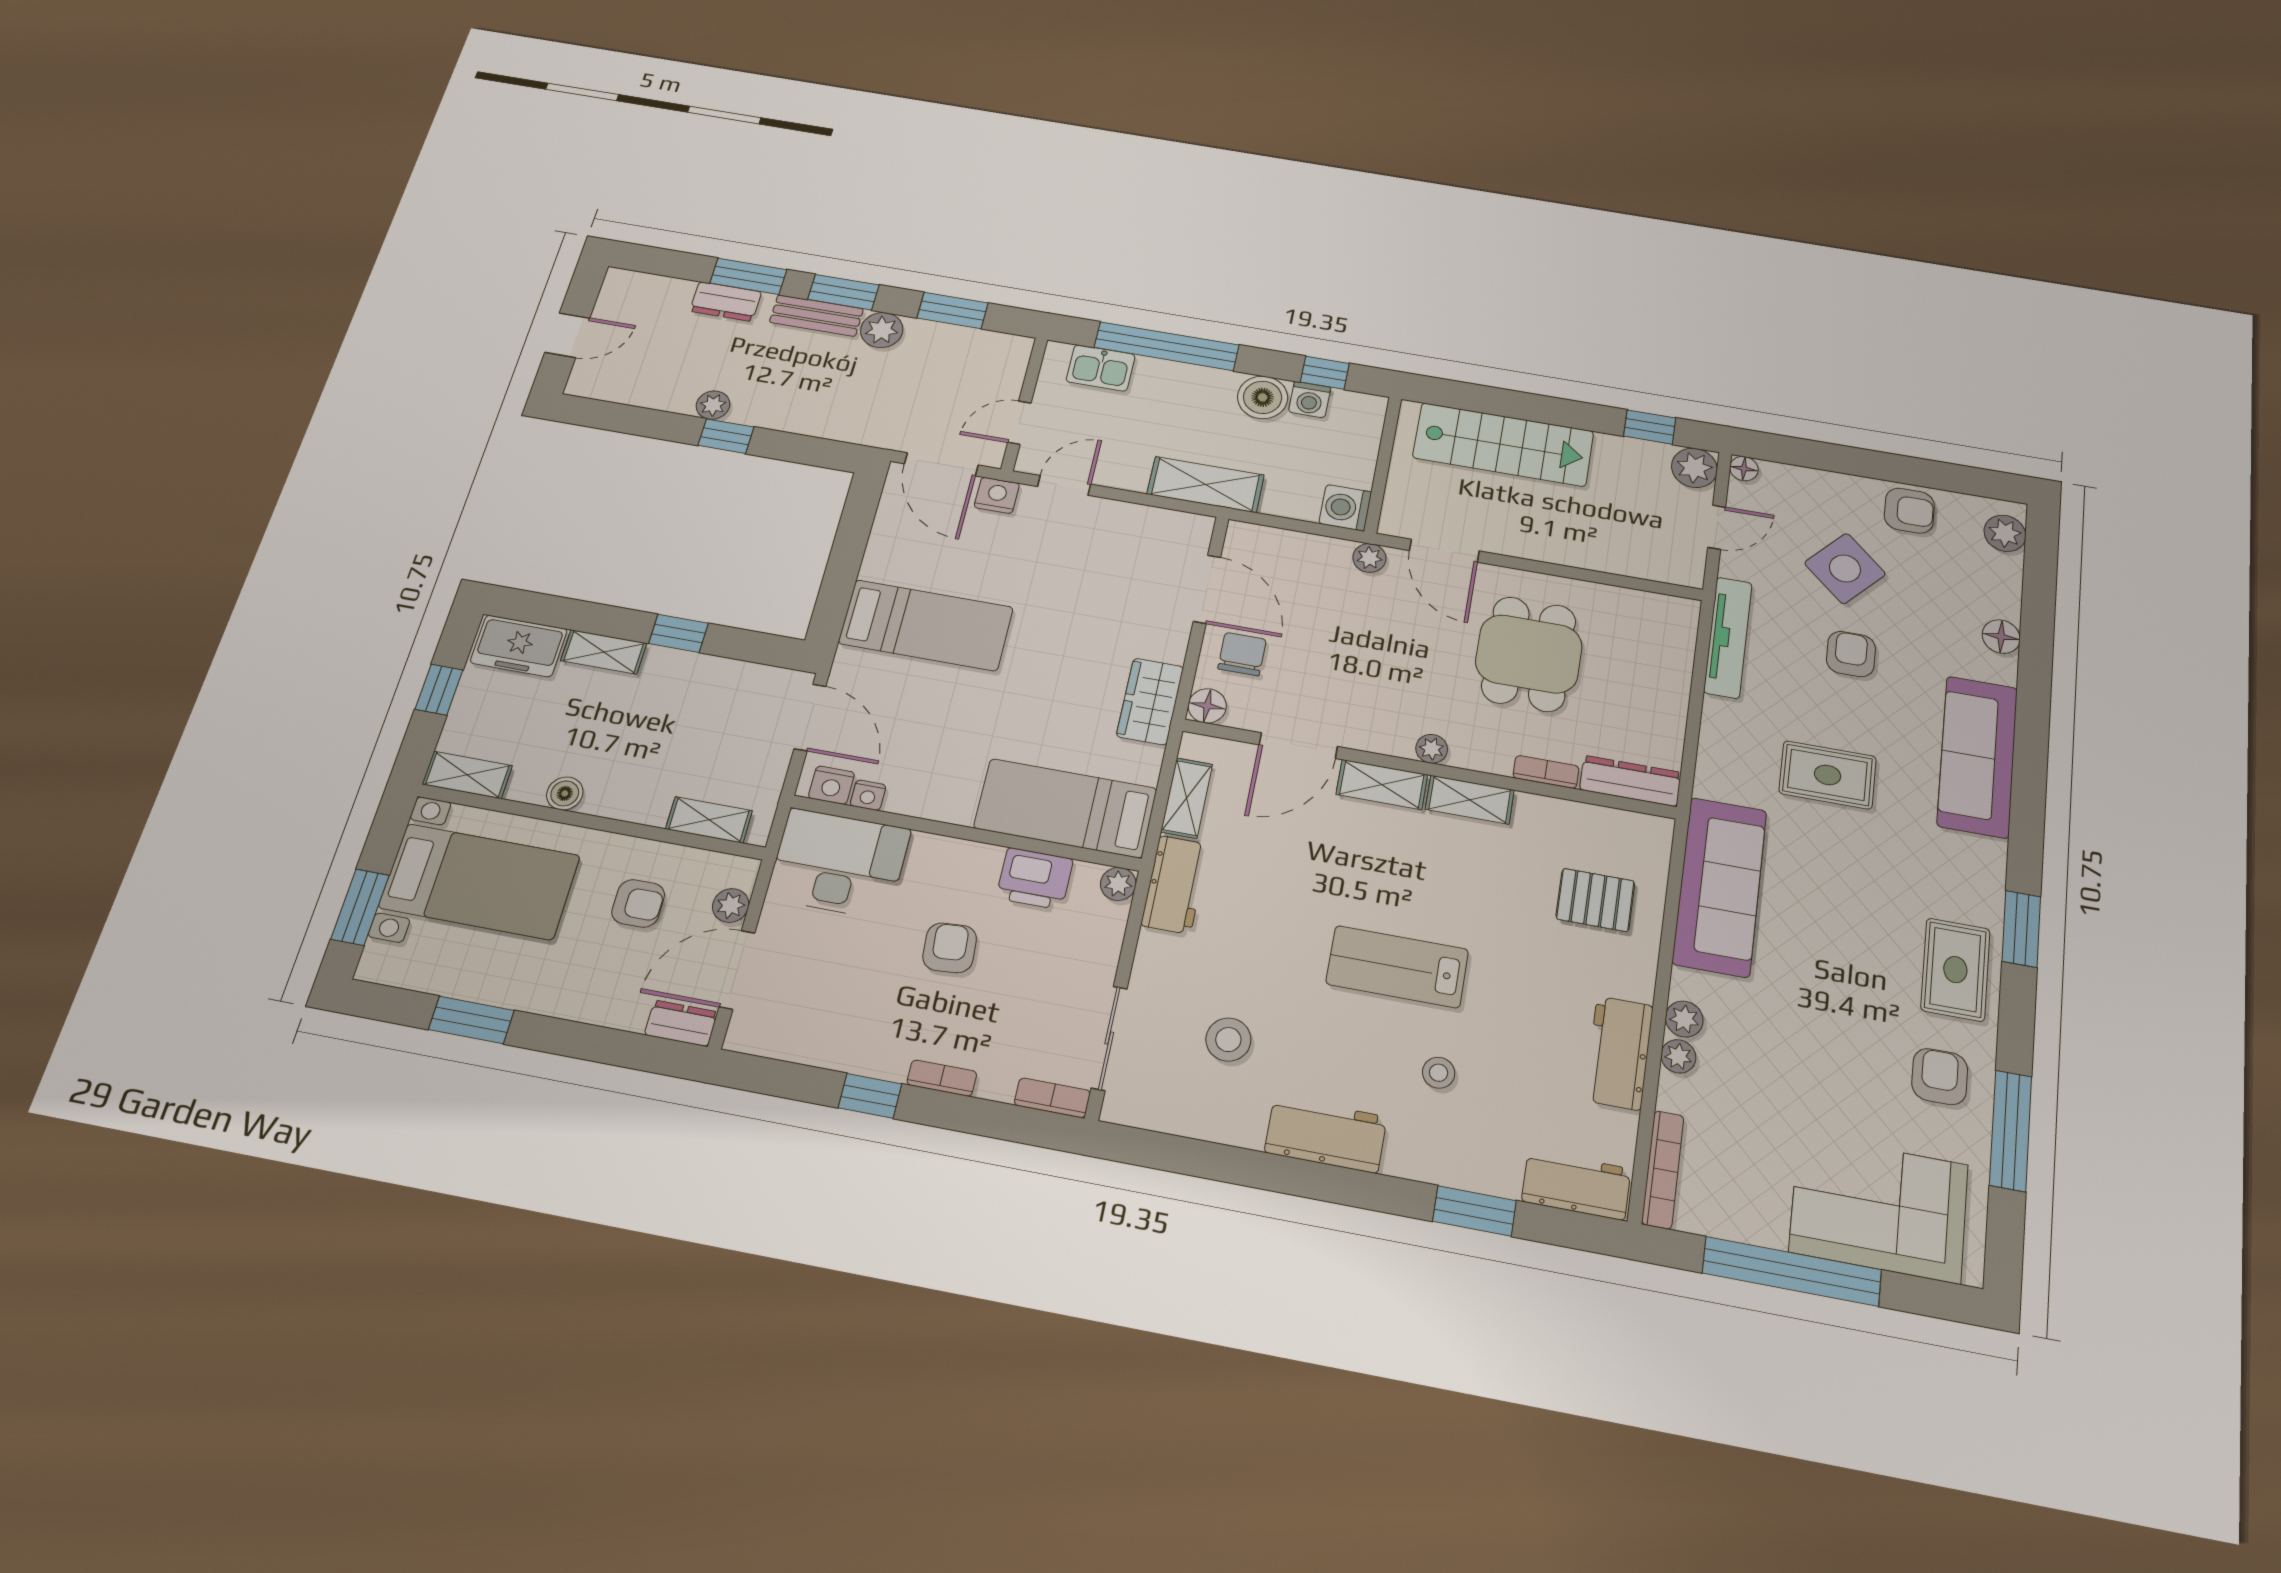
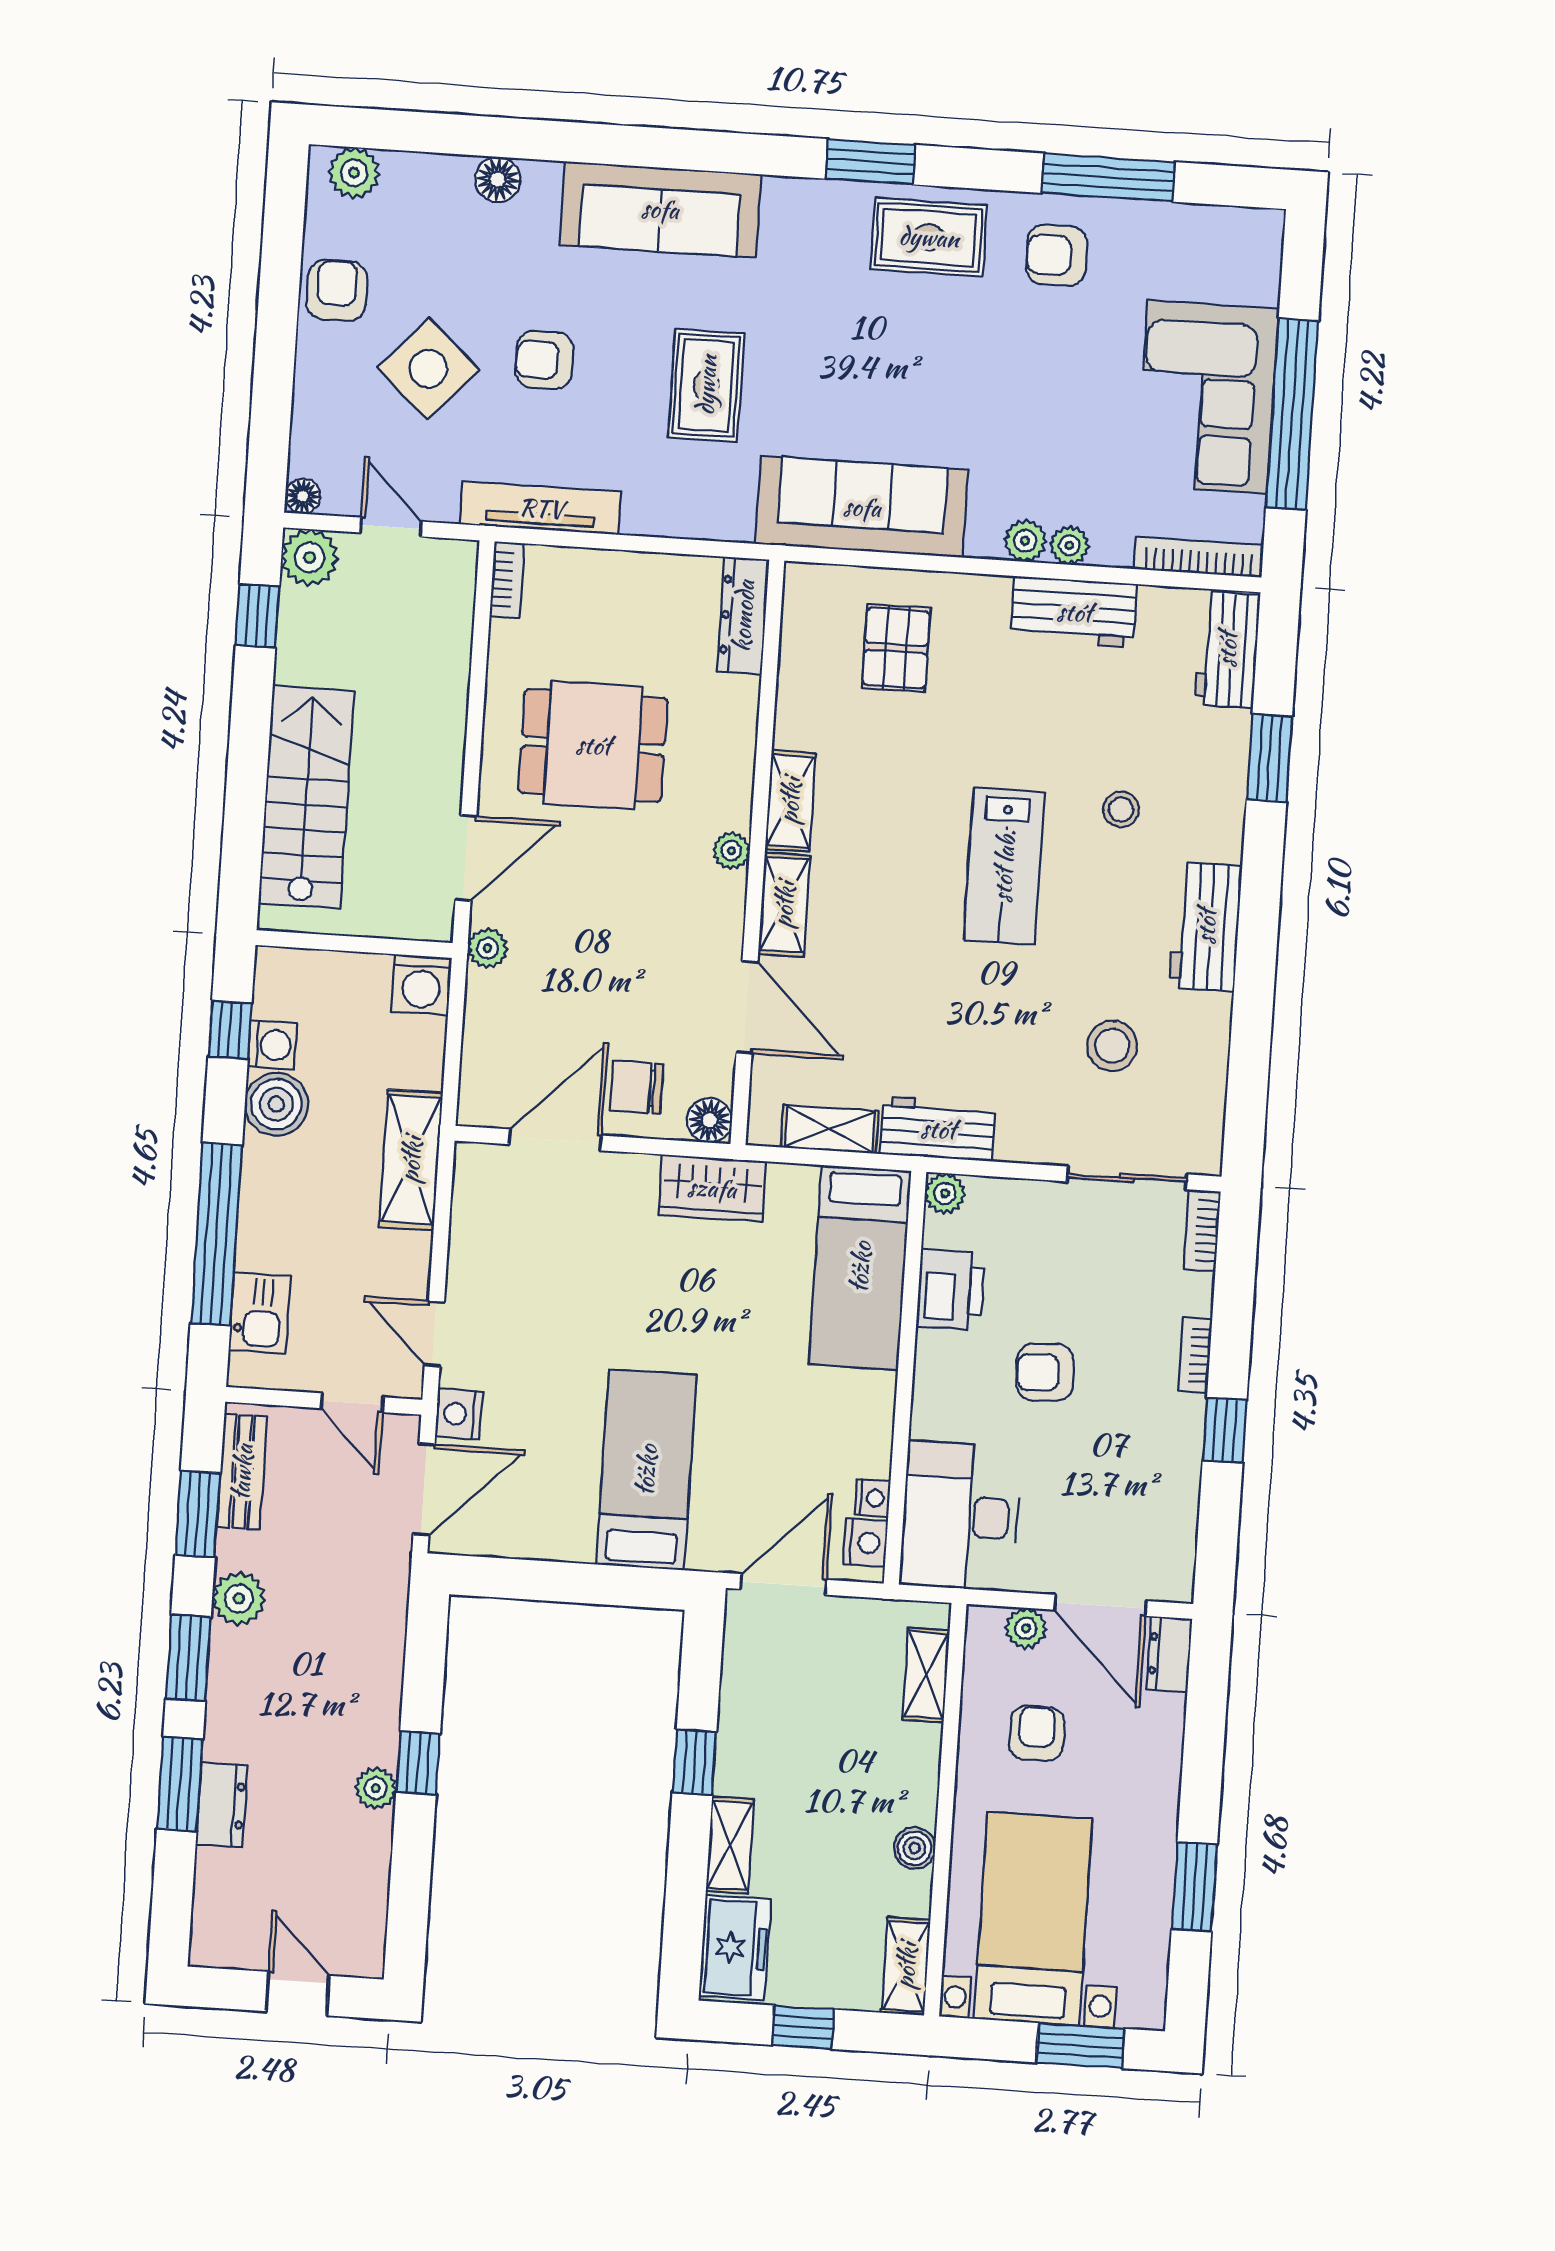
bench: (816, 316) -> (242, 1472), moved
bookcase: (1546, 772) -> (507, 580), moved, turned 180
corner sofa: (1879, 1208) -> (1207, 397), moved

